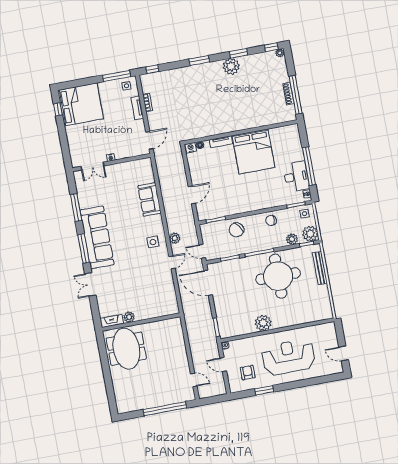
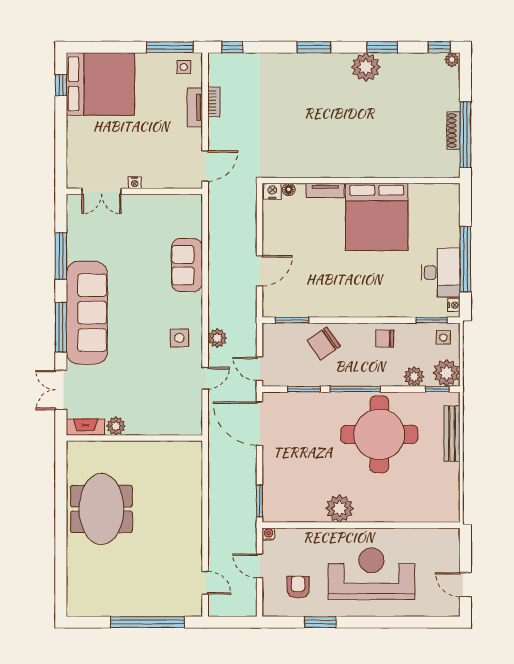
plant: (129, 317) -> (116, 426), moved
fireplace: (112, 321) -> (85, 427), moved
wall: (141, 322) -> (134, 438), moved

